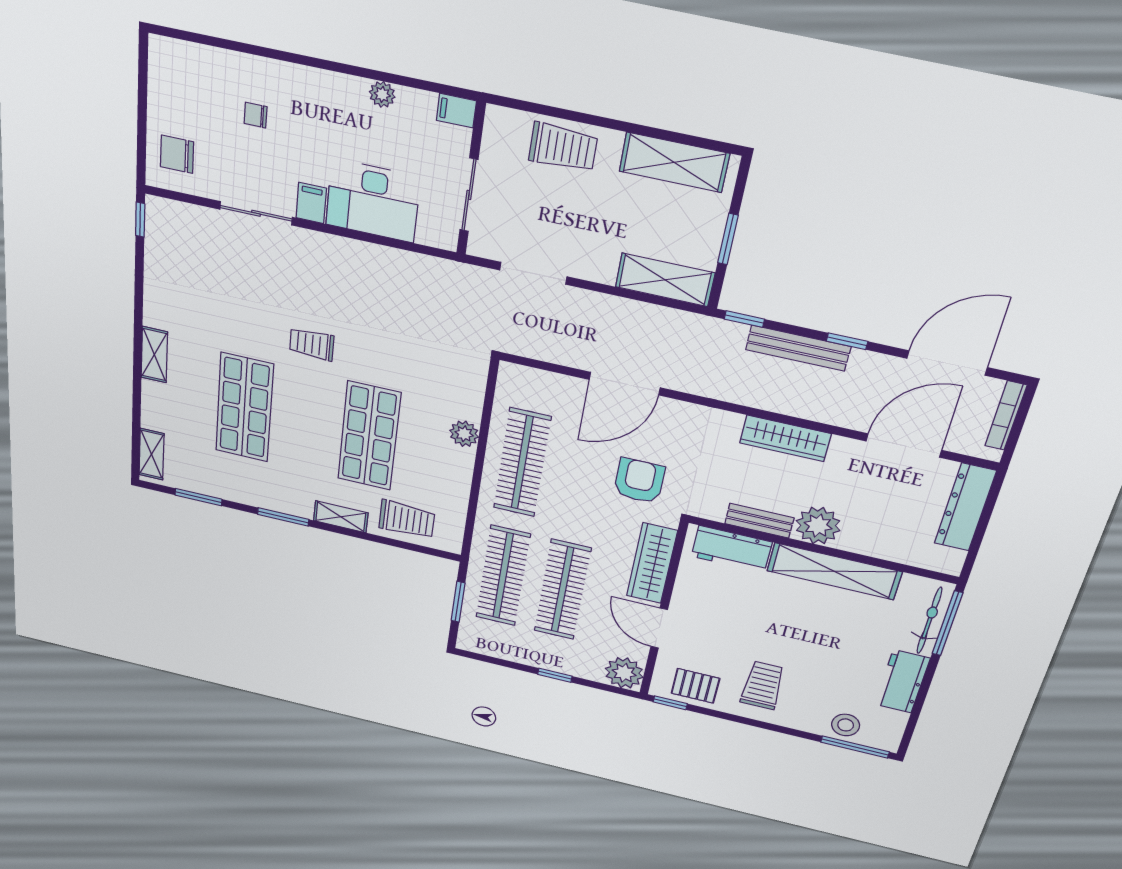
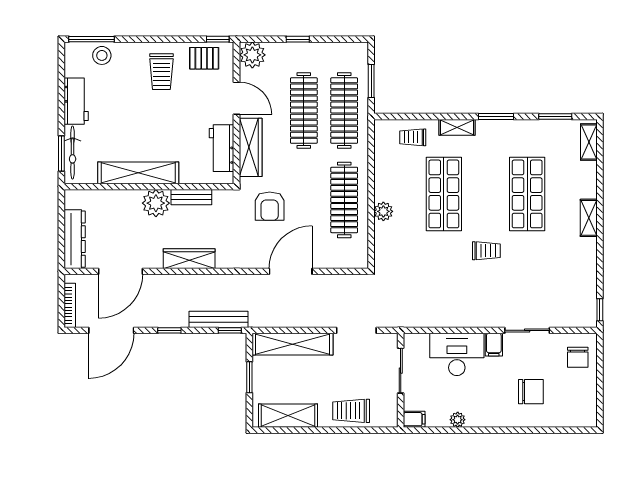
chair: (256, 115) -> (531, 392), width x1.87, depth x1.87
chair: (177, 154) -> (578, 357), turned 90
shelving: (665, 280) -> (292, 344), width x1.47
bench: (798, 348) -> (219, 319), moved
trolley: (407, 519) -> (413, 137), width x0.73, depth x0.72
workbench: (732, 549) -> (222, 148), moved, turned -90
window: (947, 623) -> (61, 153), width x0.69

